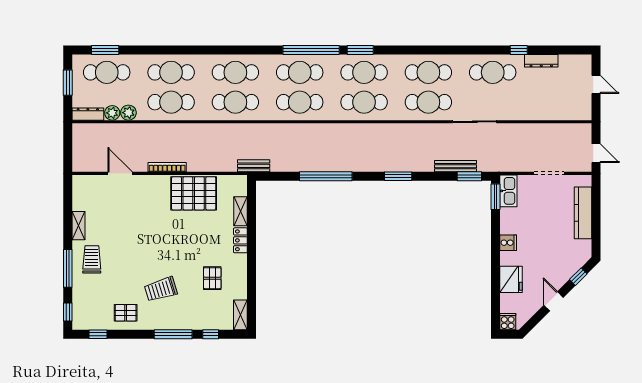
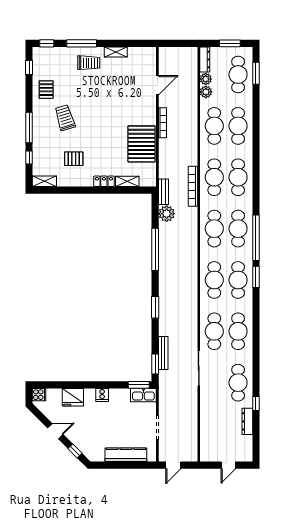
bookcase: (247, 129) -> (193, 186), added
plant: (281, 162) -> (167, 214), added

